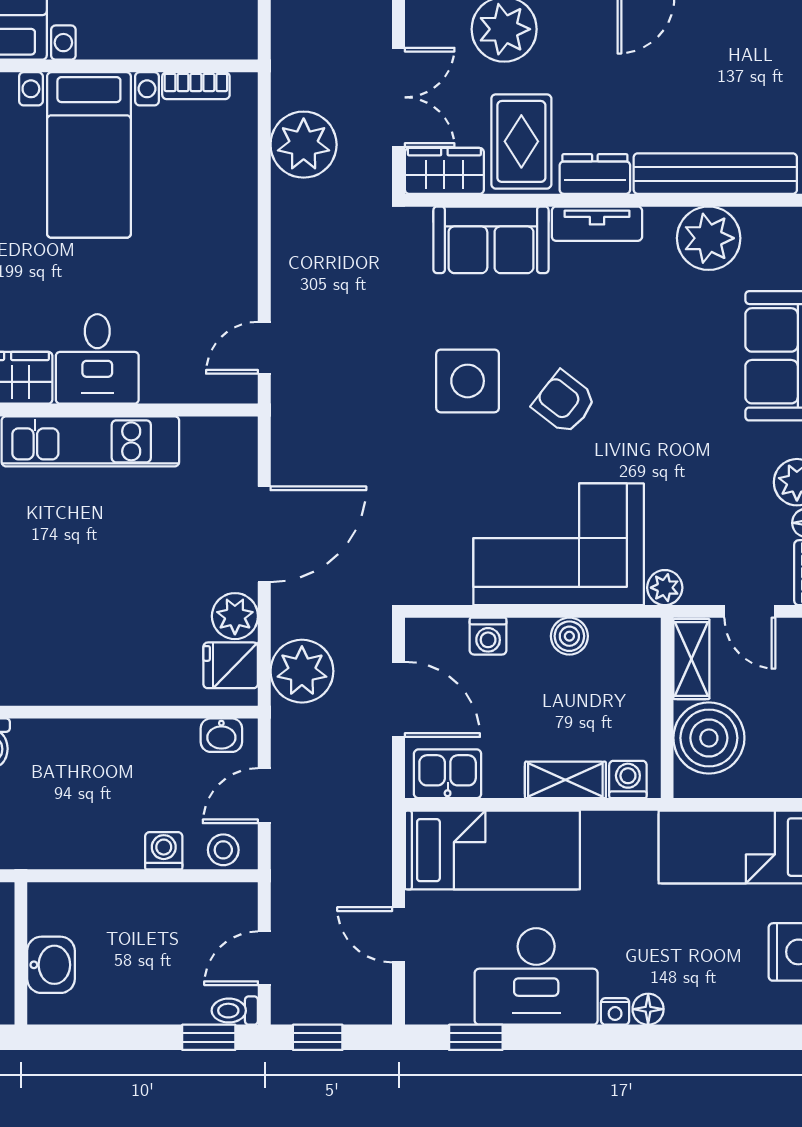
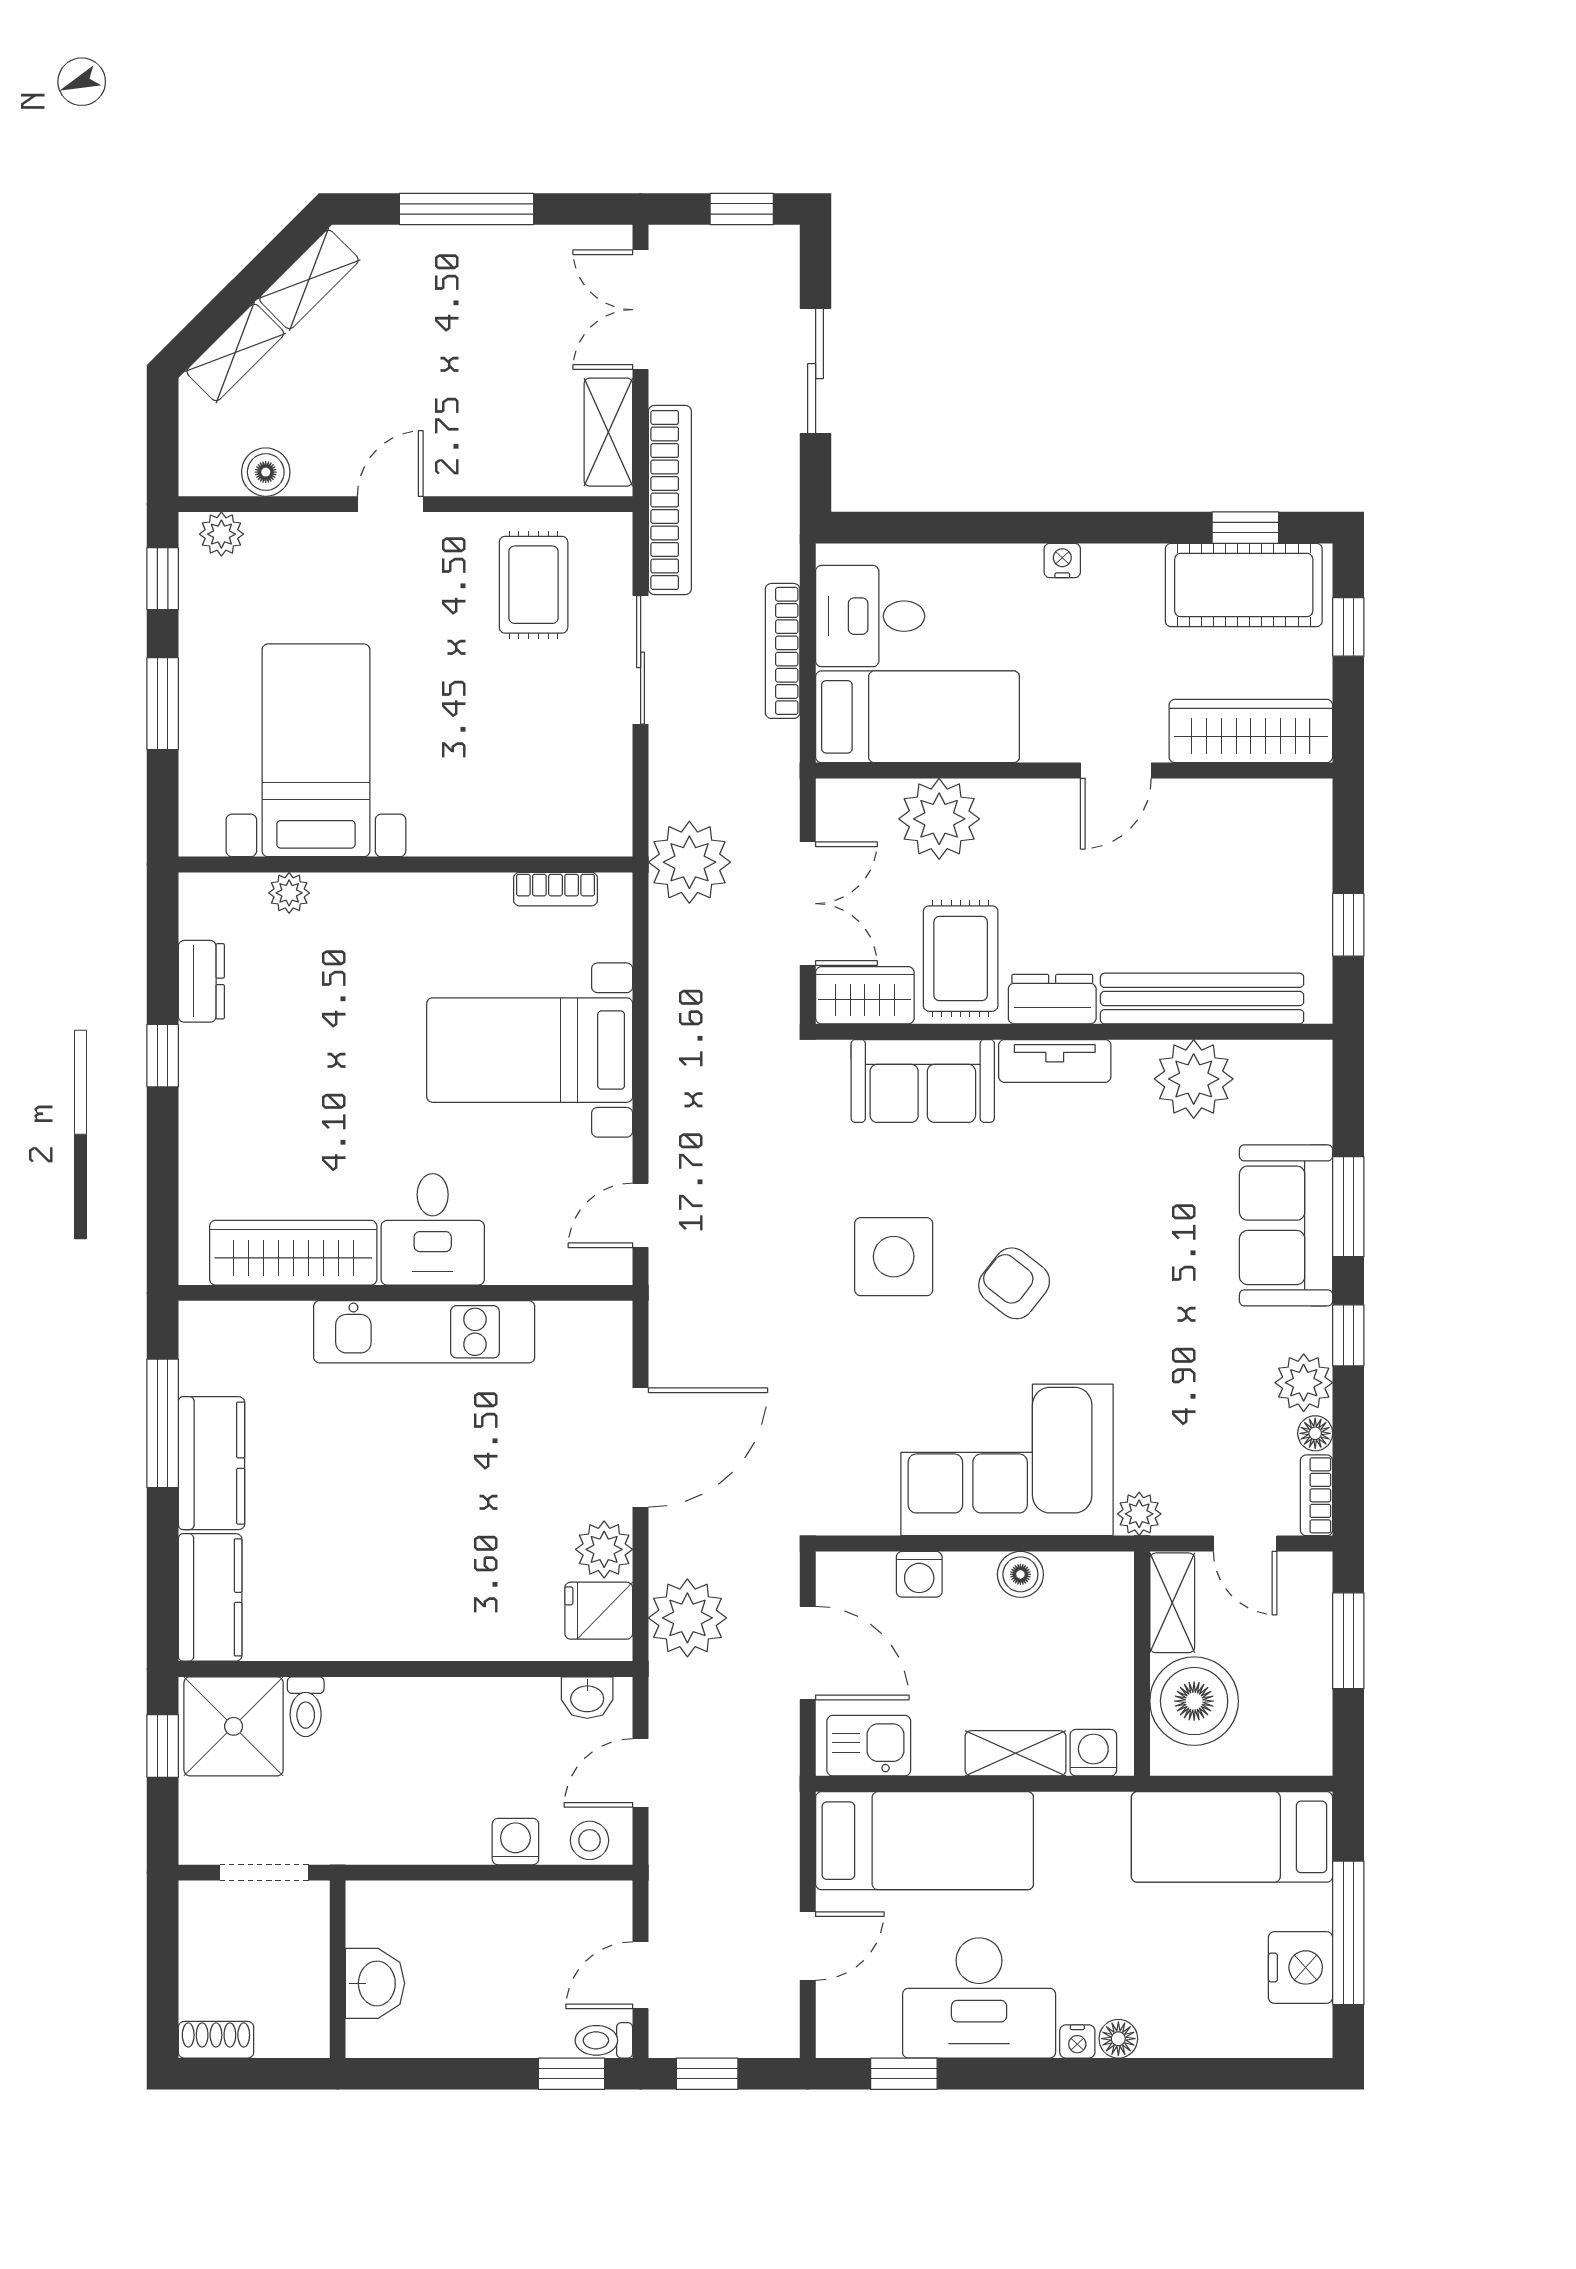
plant: (304, 145) -> (689, 862), moved
bed with nightstands: (89, 155) -> (530, 1050), moved, turned 90
door: (399, 935) -> (808, 1946), swing flipped

